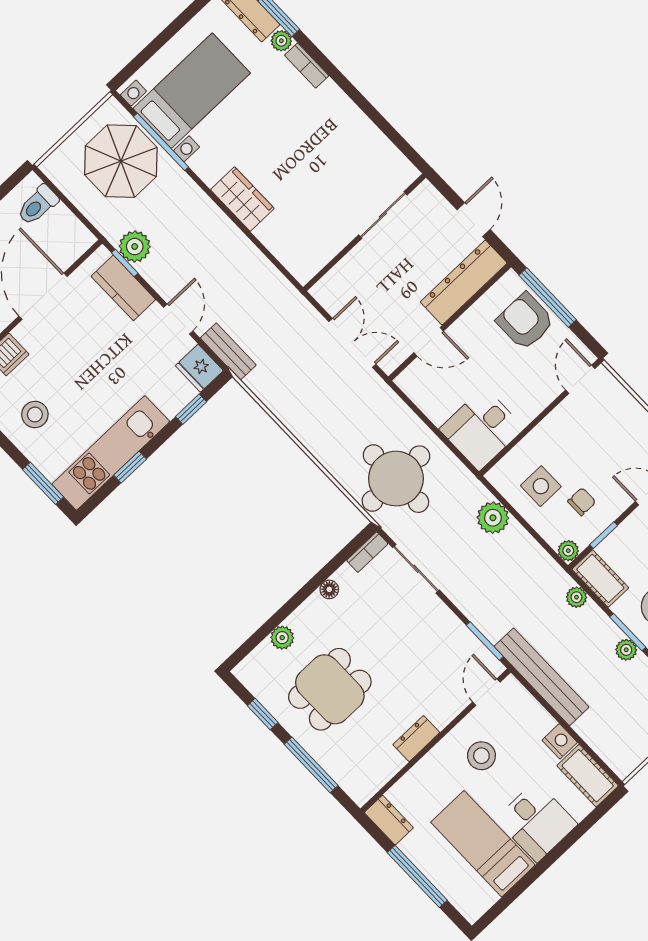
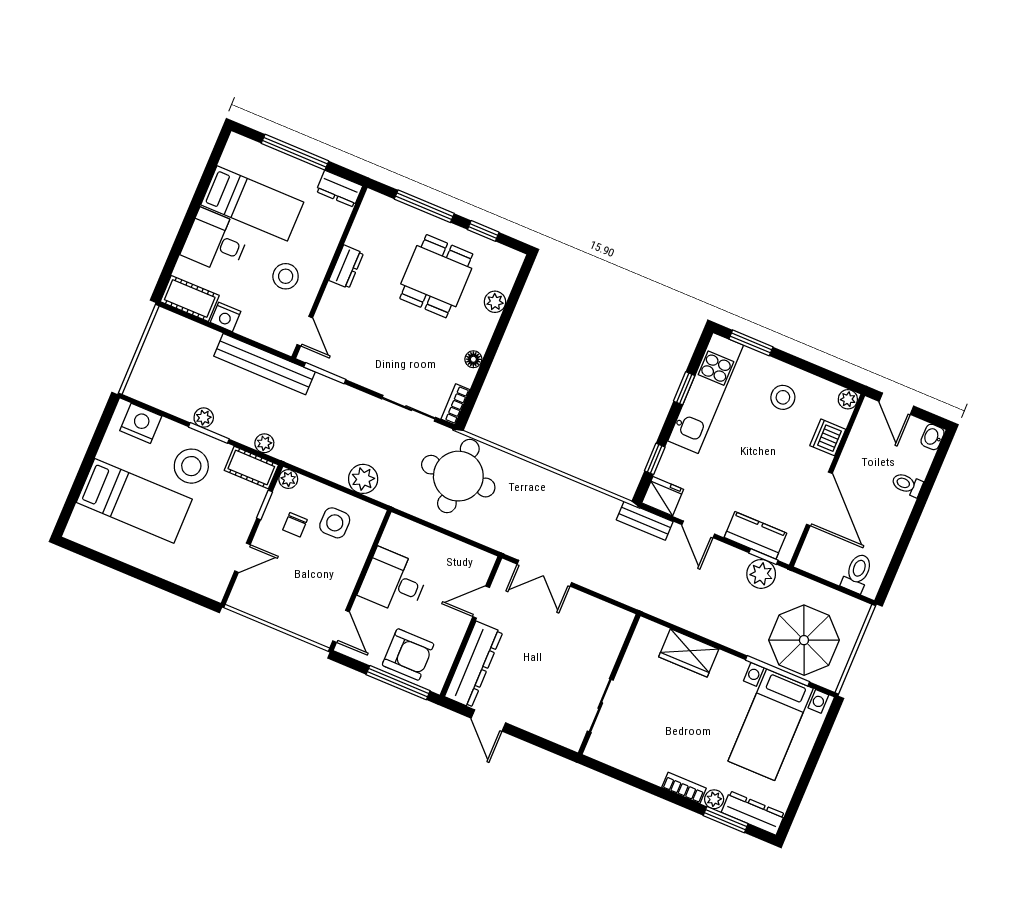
sliding door: (383, 215) -> (600, 706), moved
wall: (365, 232) -> (609, 684), moved
desk: (482, 429) -> (394, 582), moved, turned -90

